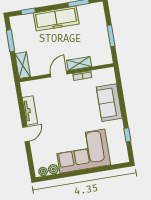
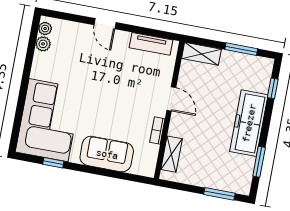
window: (111, 36) -> (219, 194), moved
shelving: (79, 63) -> (172, 154), moved
tv unit: (30, 110) -> (151, 44), moved
corner sofa: (82, 151) -> (48, 120), moved

